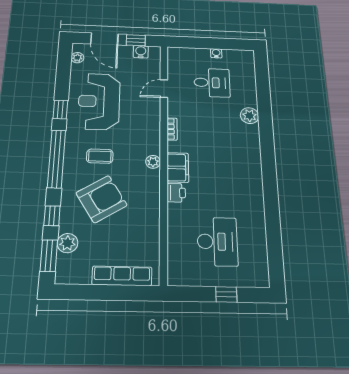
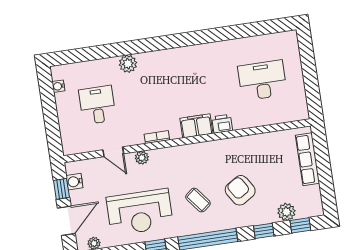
water cooler: (216, 53) -> (58, 86), moved
coffee table: (100, 156) -> (198, 200), turned -38
plant: (153, 162) -> (142, 158), moved
armchair: (101, 199) -> (240, 190), width x0.73, depth x0.73
window: (49, 256) -> (300, 225), width x0.67
window: (226, 294) -> (309, 67), removed

